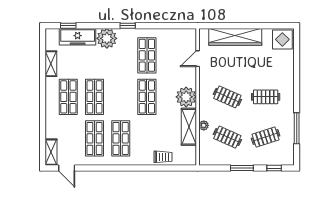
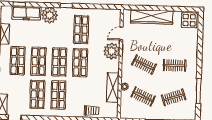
shop shelf: (121, 97) -> (59, 62), added
plant: (186, 97) -> (112, 51), moved

